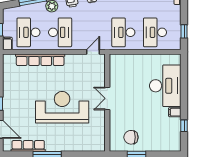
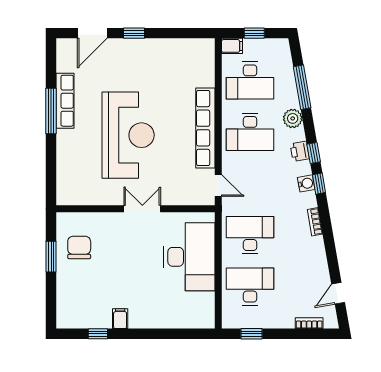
desk: (28, 32) -> (250, 80), turned 180
row of seats: (40, 60) -> (205, 128), moved
desk: (165, 86) -> (189, 257), moved, turned -90
row of seats: (28, 146) -> (65, 101), moved

